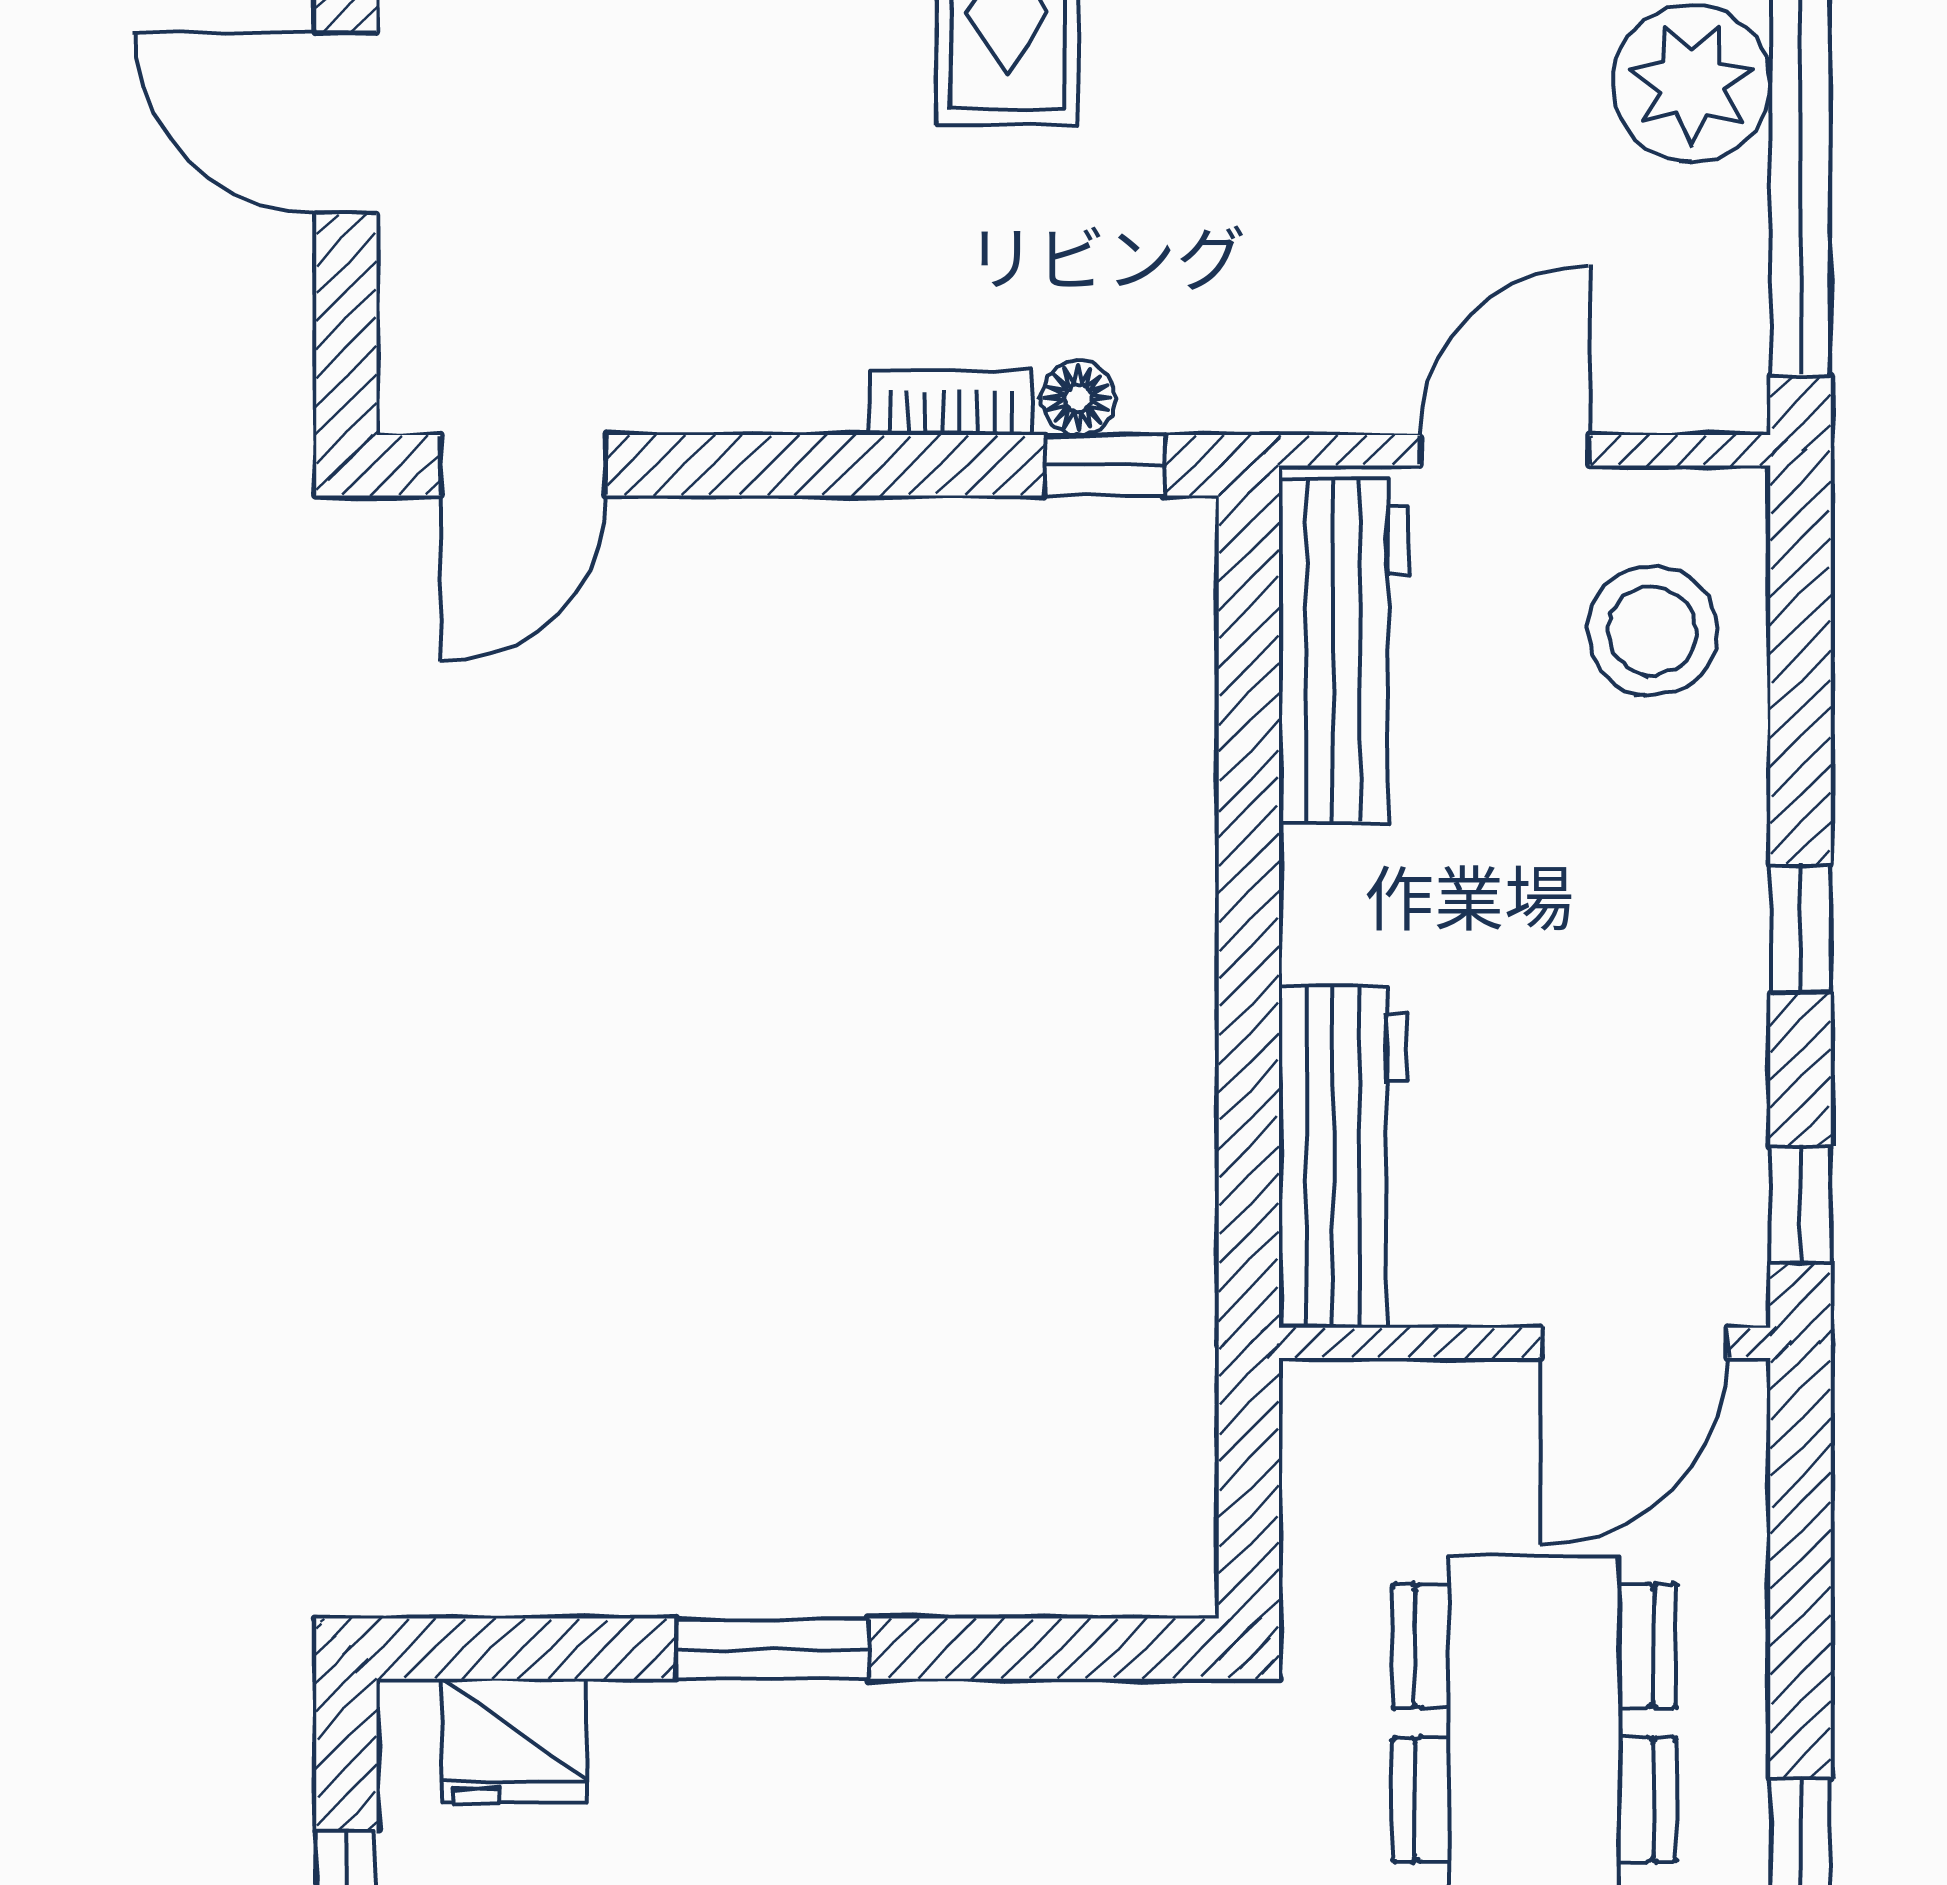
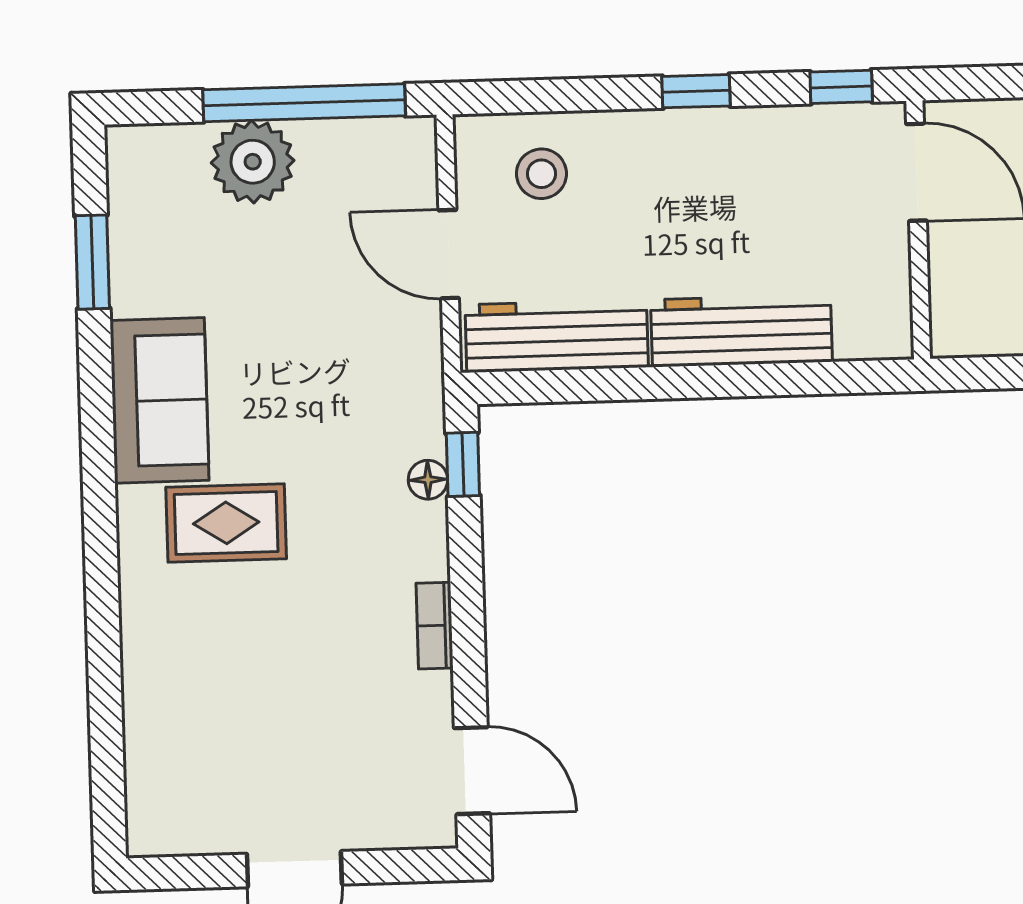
bookcase: (951, 403) -> (435, 626), moved
stool: (1652, 631) -> (541, 174), width x0.73, depth x0.73
workbench: (1343, 1157) -> (741, 331), moved

